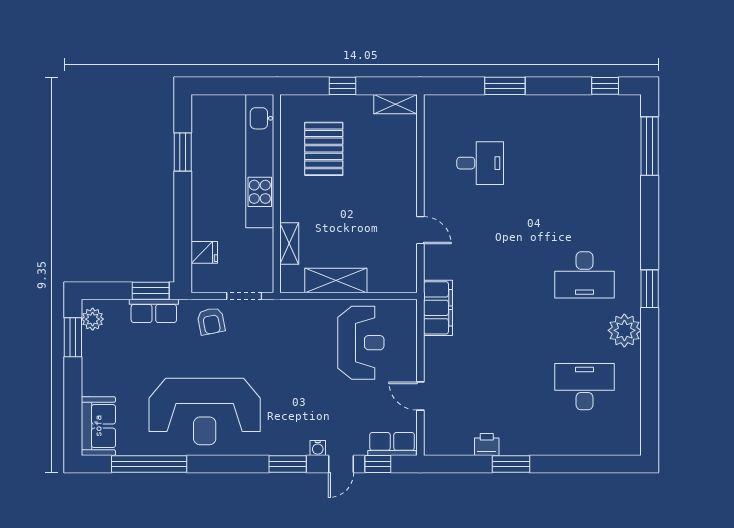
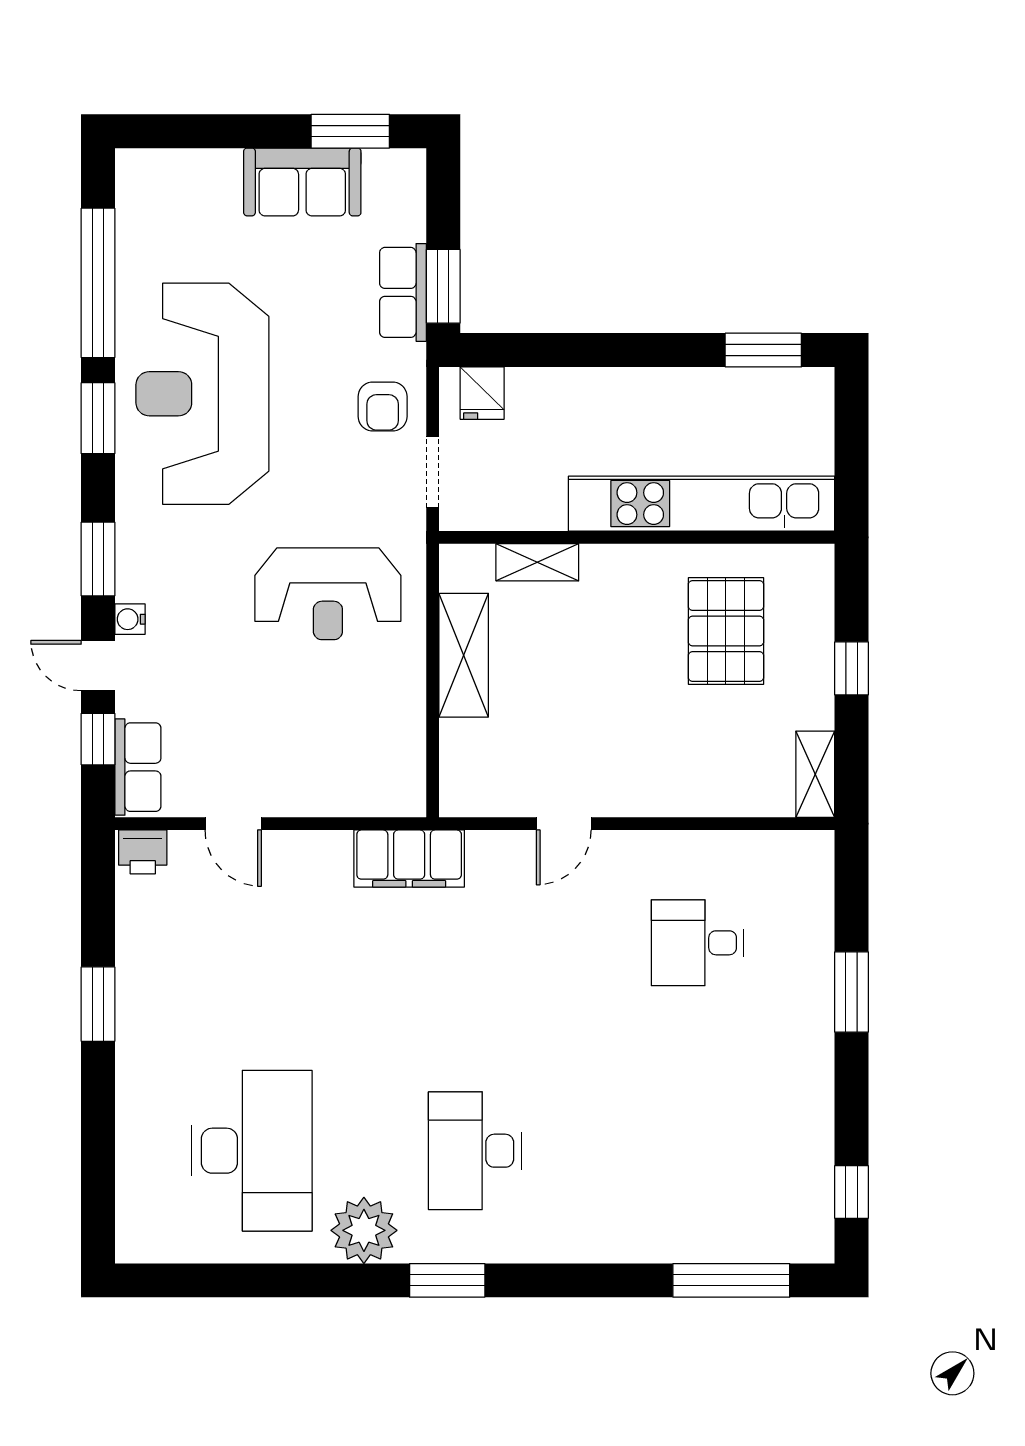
pallet: (324, 149) -> (726, 631), turned 90
window: (183, 152) -> (763, 350), moved
desk: (480, 163) -> (698, 943), turned 90
fridge: (204, 252) -> (482, 393), moved
plant: (93, 319) -> (387, 170), removed
armchair: (211, 321) -> (383, 406), turned -79
reception desk: (361, 343) -> (328, 594), moved
desk: (585, 387) -> (252, 1151), width x1.36, depth x1.30
door: (420, 396) -> (233, 824), swing flipped
sofa: (98, 426) -> (302, 182), moved
printer: (487, 444) -> (143, 852), moved, turned 90
window: (217, 464) -> (98, 418), added

